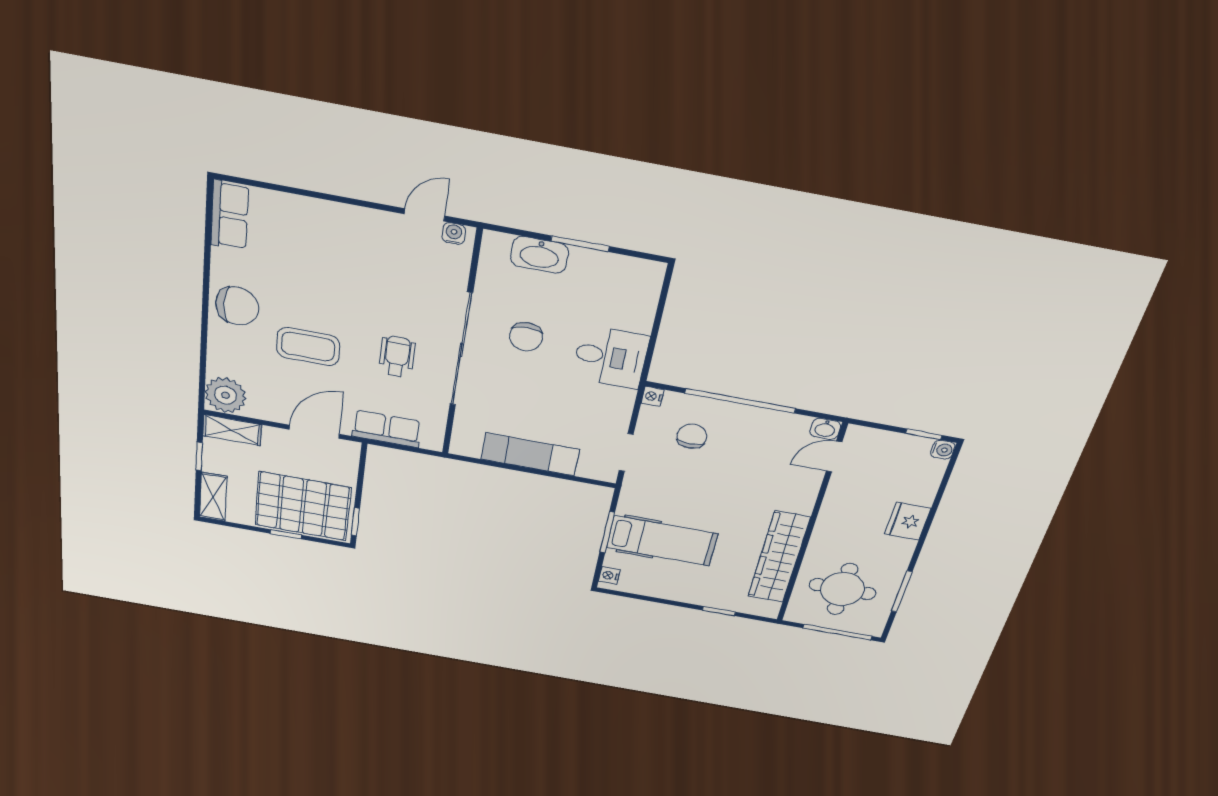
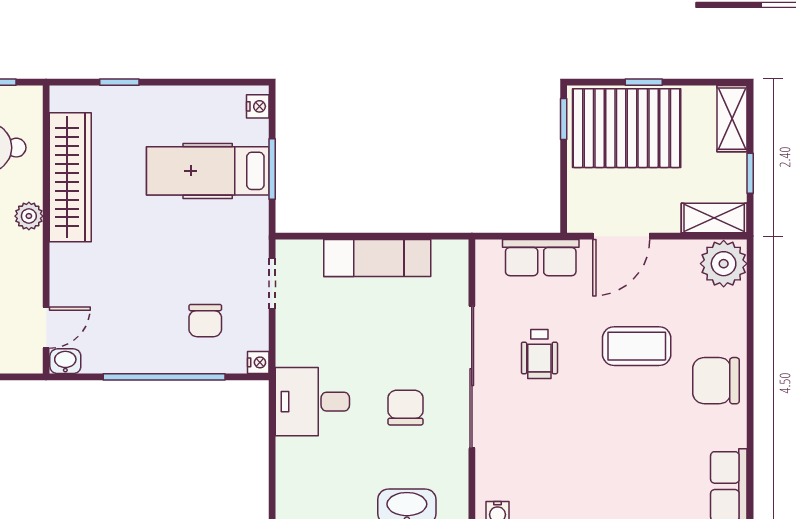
plant: (823, 538) -> (29, 216), added

